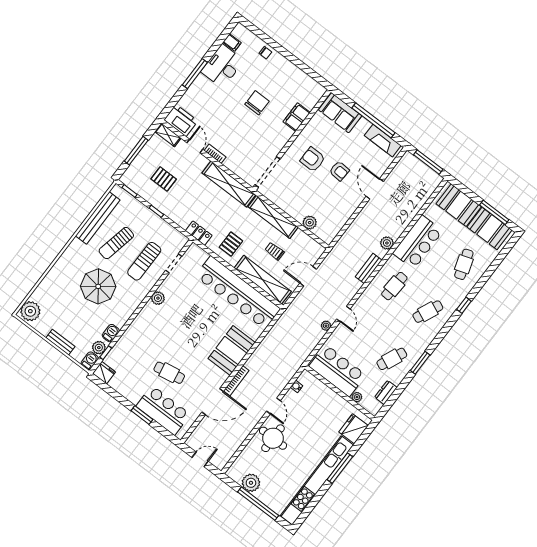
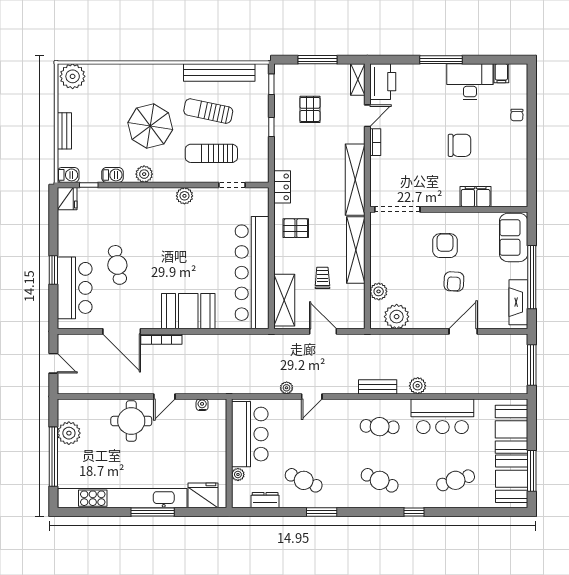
plant: (334, 223) -> (397, 317), added
shelving: (263, 280) -> (284, 300), width x0.68
plant: (99, 348) -> (144, 174), moved

